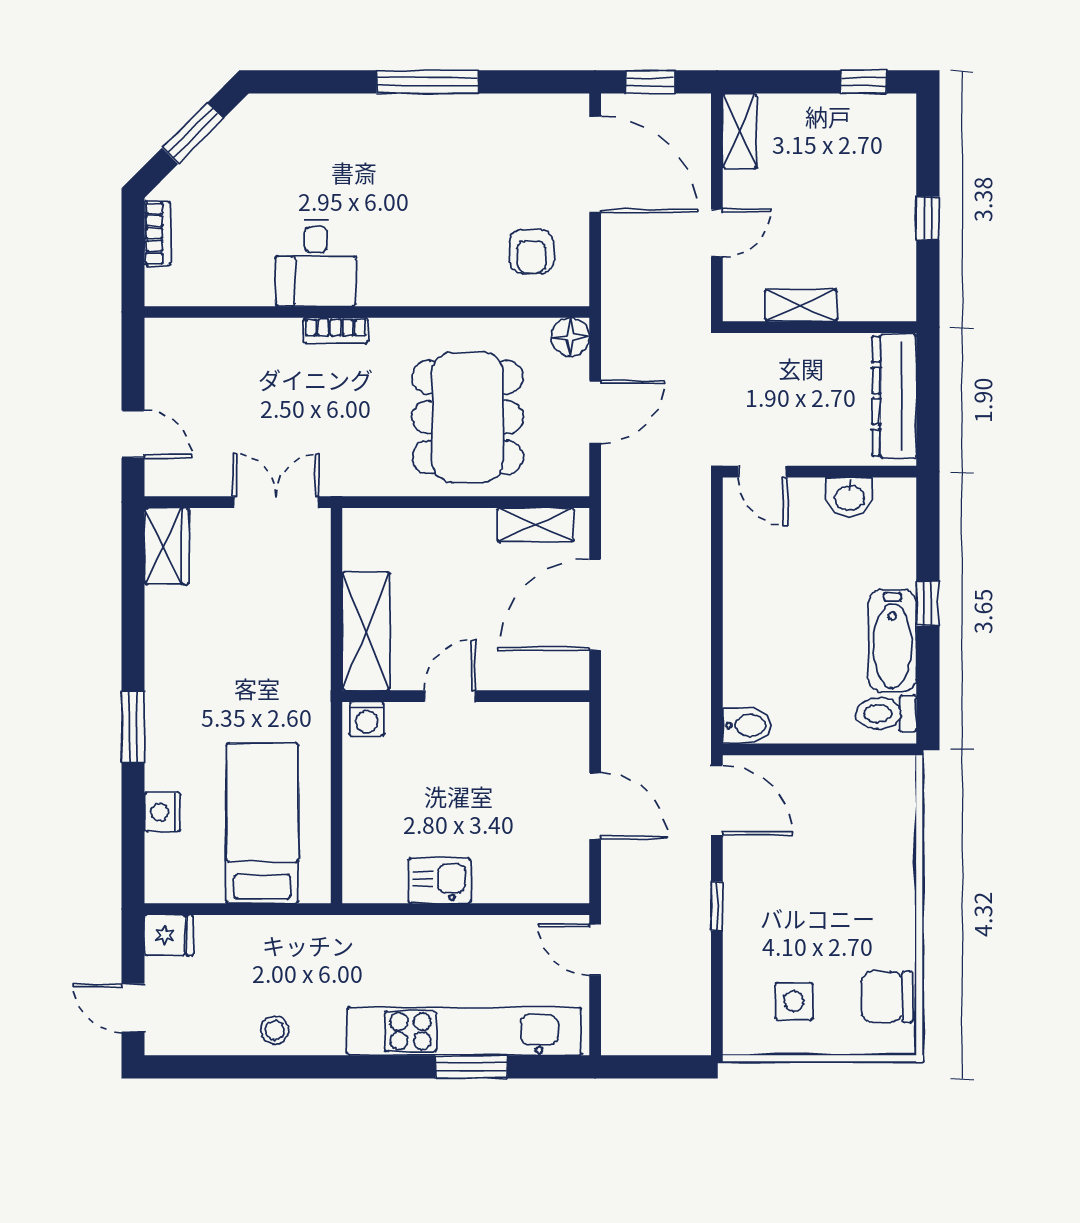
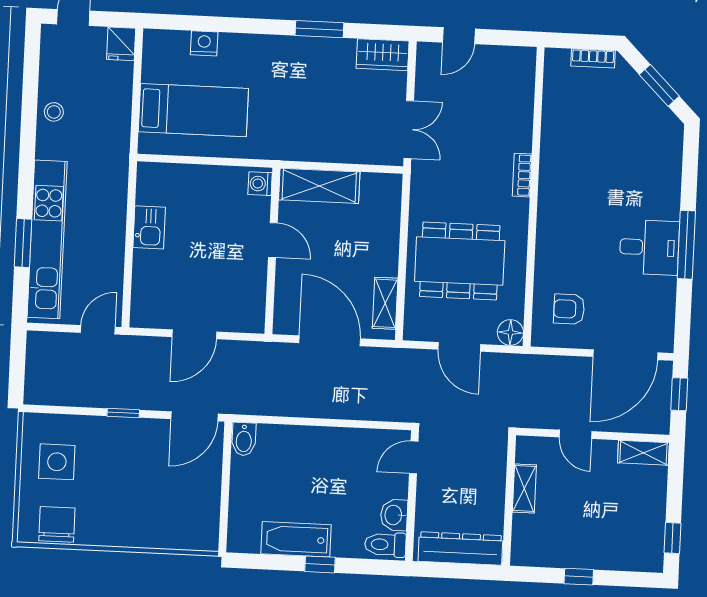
desk: (316, 263) -> (649, 247), moved, turned 180
toilet: (886, 714) -> (385, 545), moved, turned -90
window: (133, 727) -> (319, 29), moved
side table: (794, 1001) -> (57, 462), width x1.37, depth x1.37

